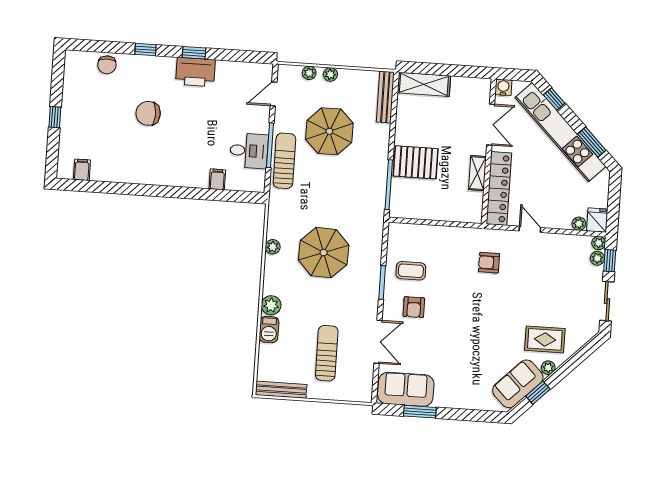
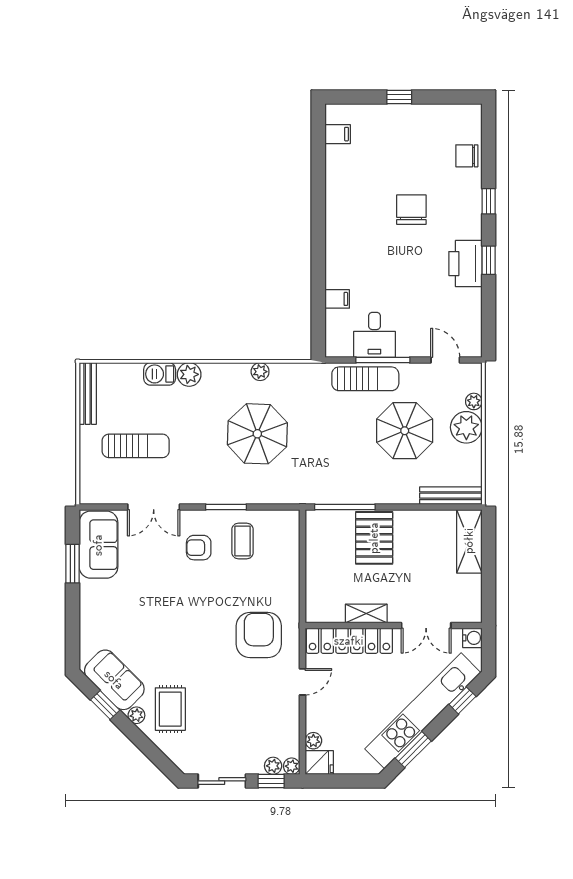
plant: (330, 74) -> (466, 427), width x1.88, depth x1.88
armchair: (489, 263) -> (259, 635), width x1.88, depth x1.88

